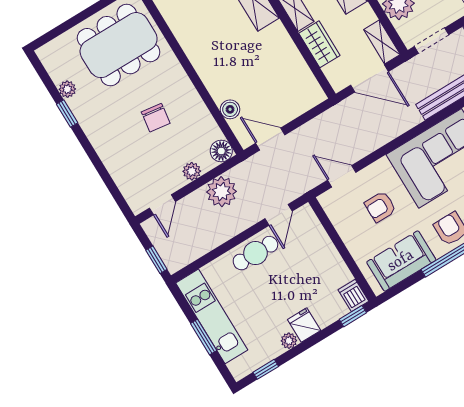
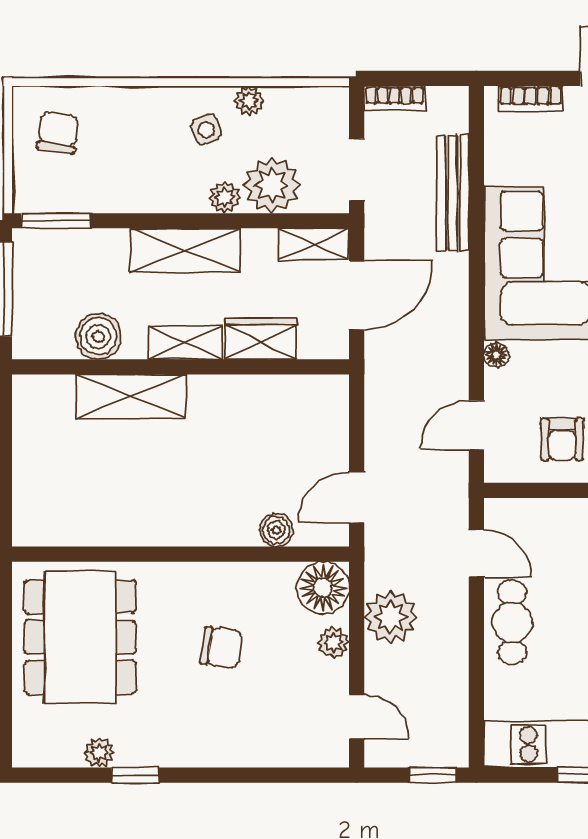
floor lamp: (221, 151) -> (323, 588), width x1.38, depth x1.38
floor lamp: (382, 165) -> (496, 355), added
armchair: (380, 207) -> (562, 439), moved

